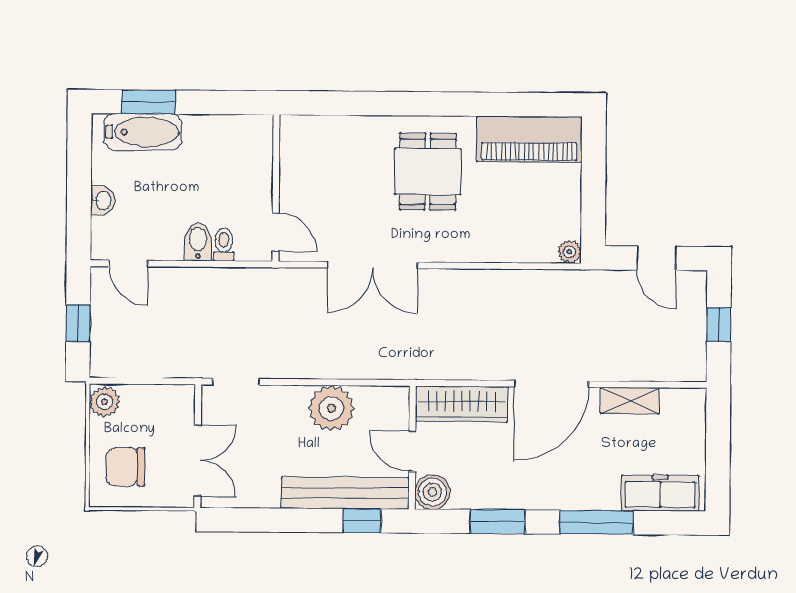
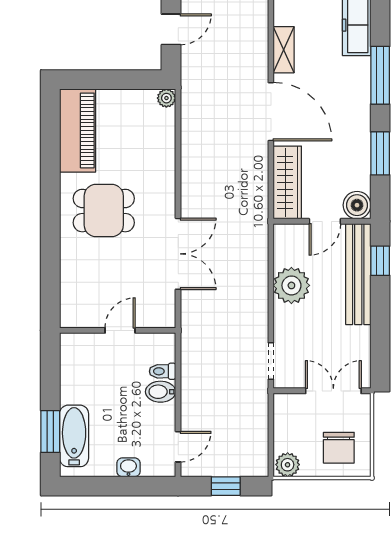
door: (276, 232) -> (120, 330), moved

